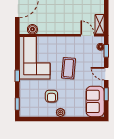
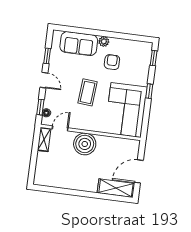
boiler: (32, 29) -> (85, 144), moved, width x1.86, depth x1.86
door: (87, 35) -> (60, 128), swing flipped
sofa: (95, 101) -> (79, 44), moved, turned 90

